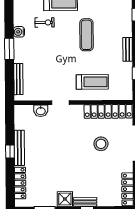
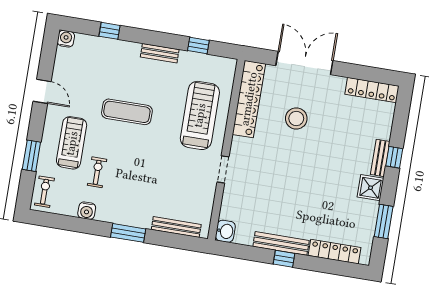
water cooler: (19, 32) -> (87, 211), moved
treadmill: (92, 82) -> (200, 115), width x1.37, depth x1.38
washbasin: (41, 111) -> (225, 231), moved

